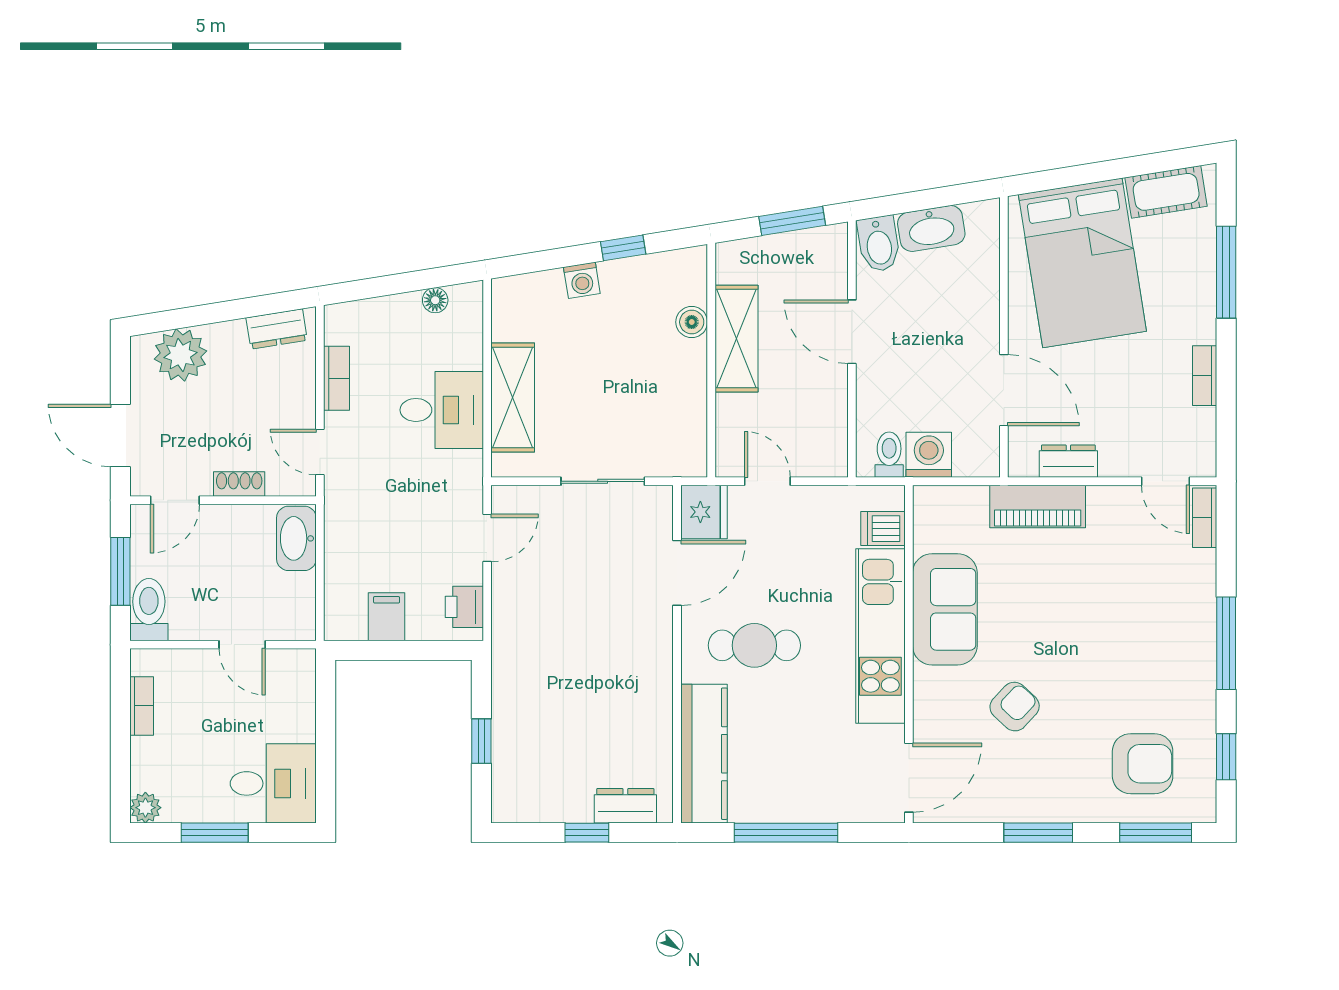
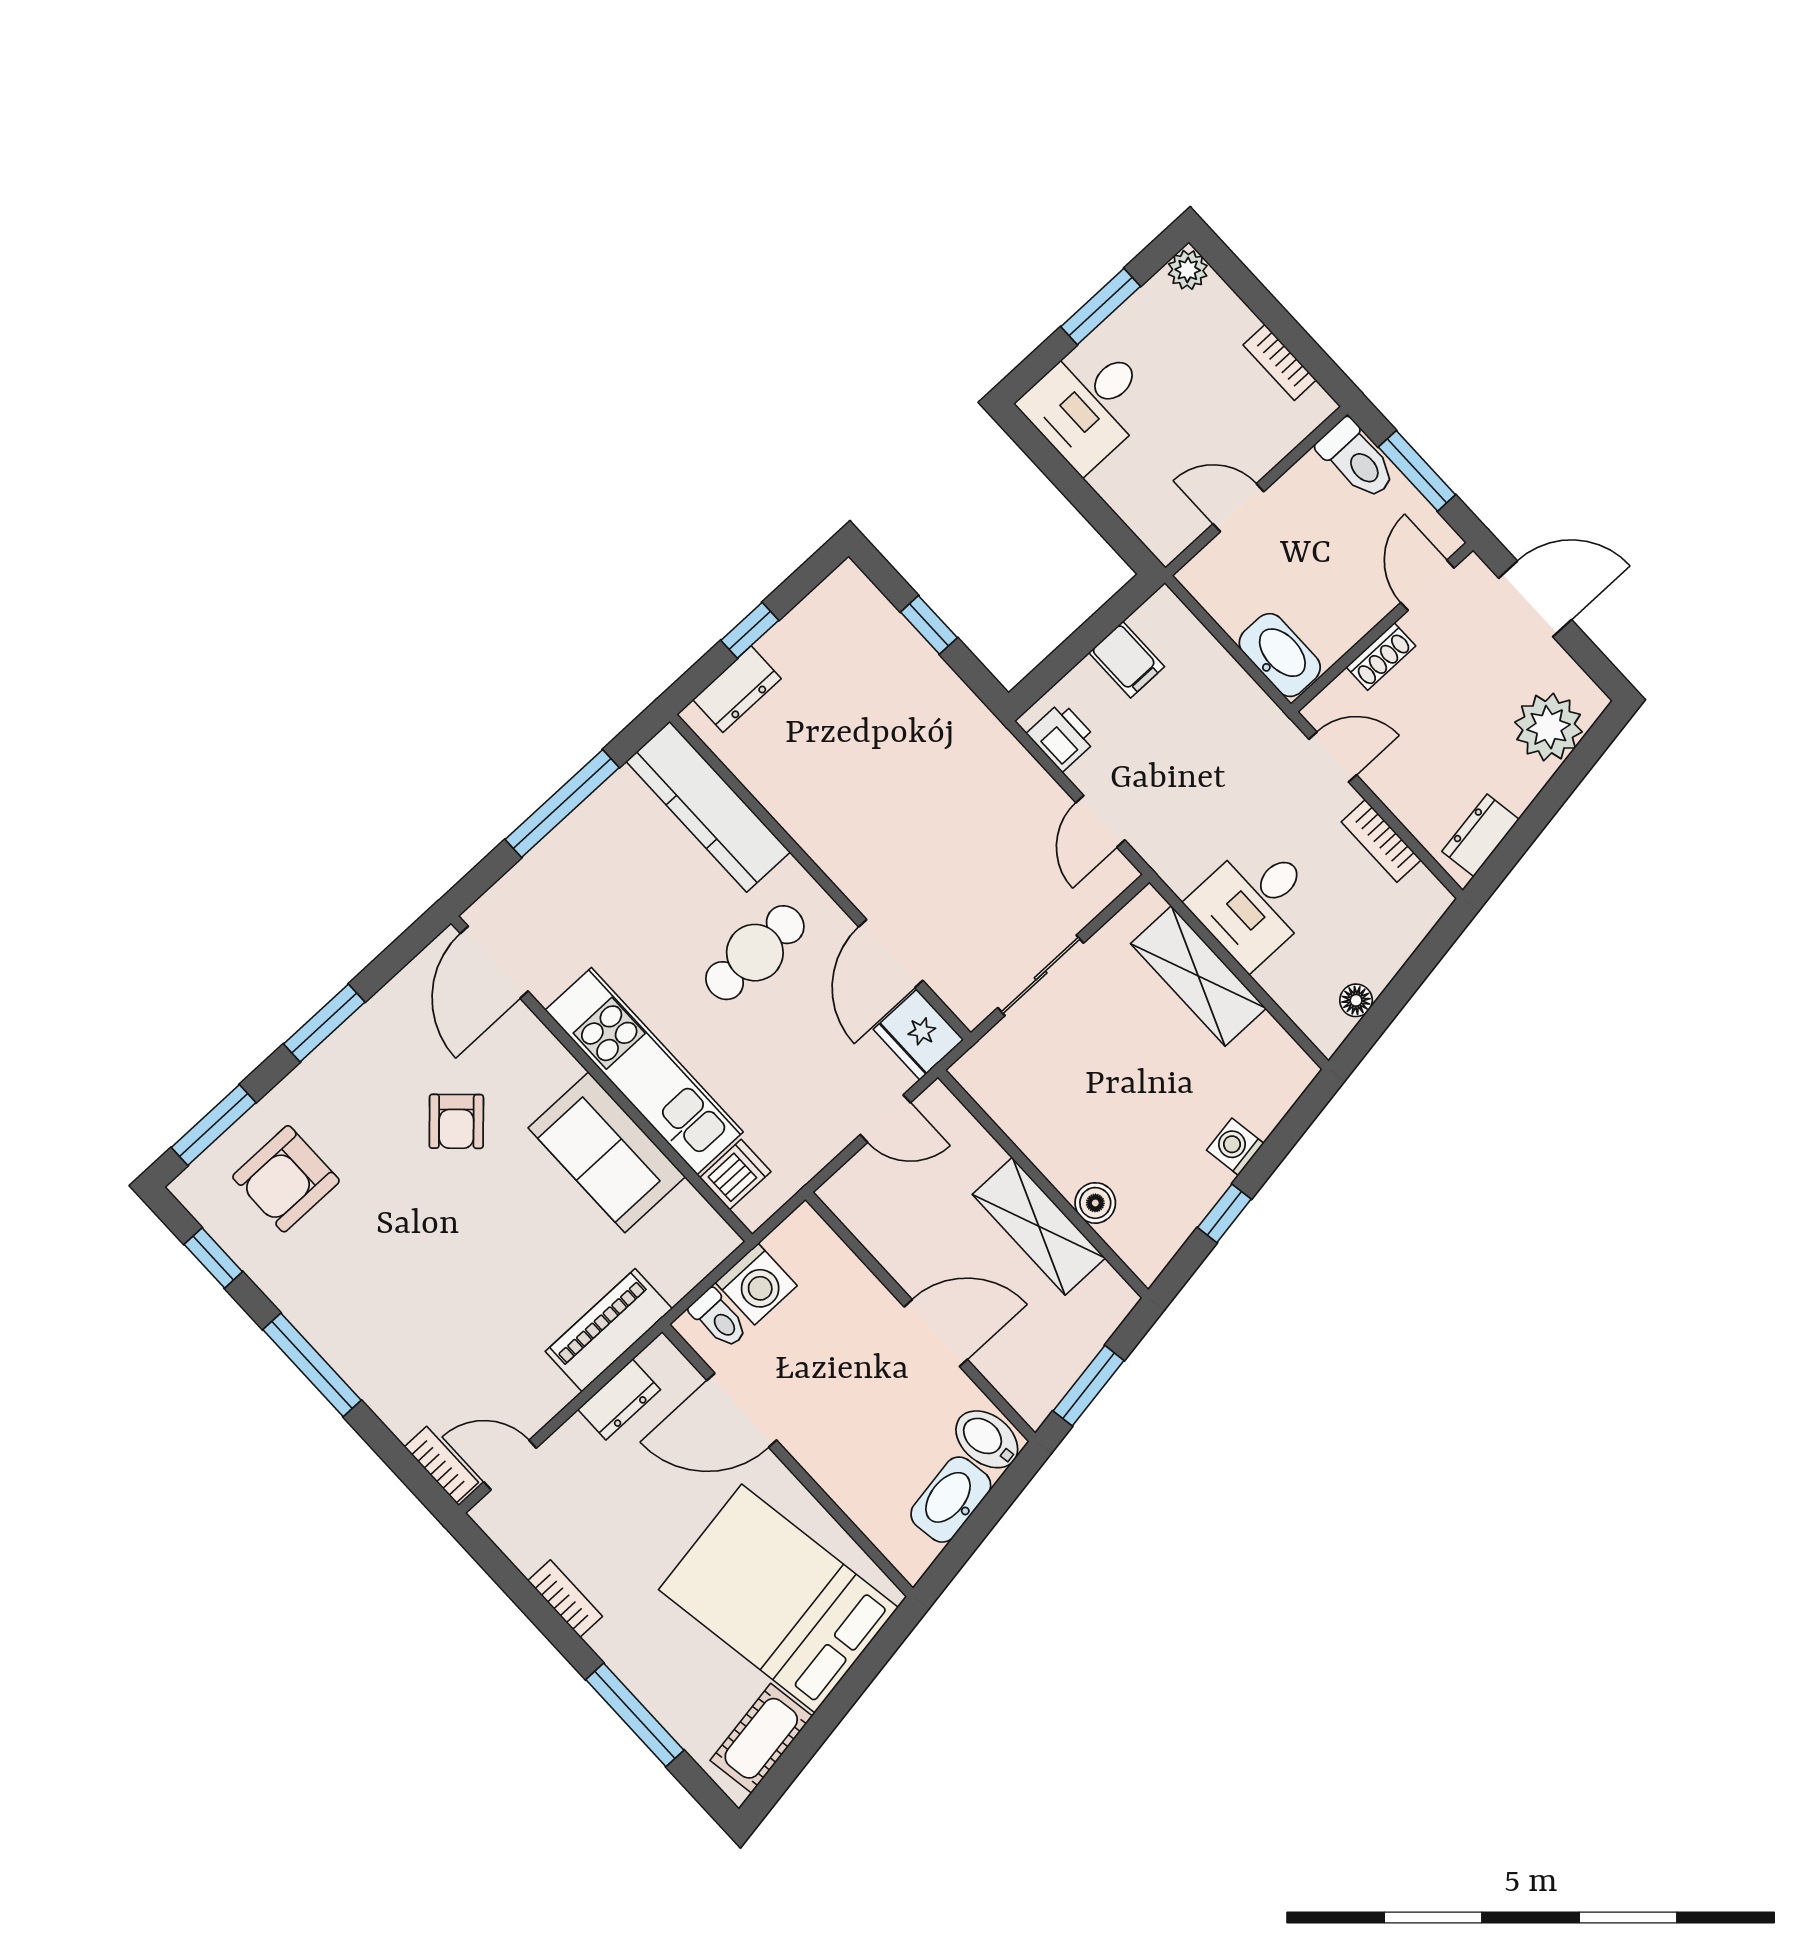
toilet: (889, 455) -> (719, 1319), moved

